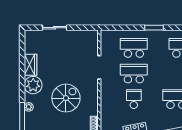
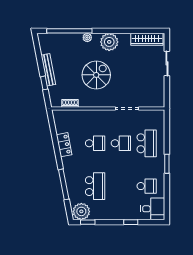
wardrobe: (30, 65) -> (147, 39), moved, width x1.50
school desk: (134, 74) -> (121, 143), width x0.54
spiral stairs: (66, 98) -> (96, 75), turned -90

